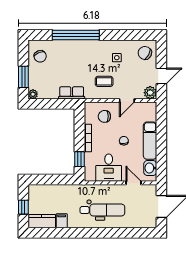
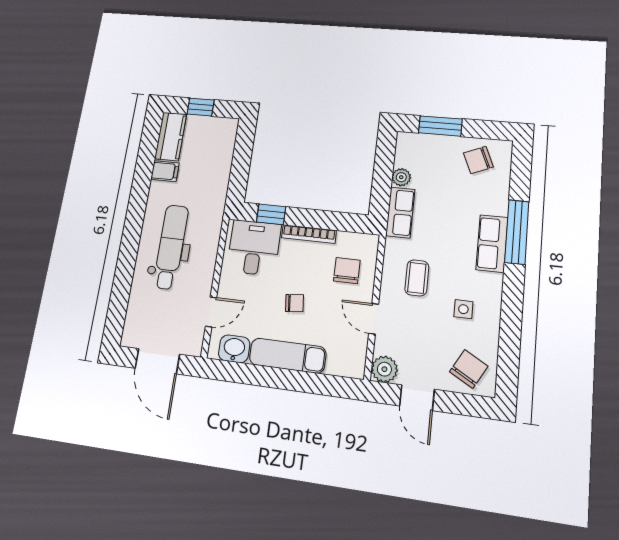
window: (76, 35) -> (517, 232), width x0.68
row of seats: (83, 46) -> (492, 243), added
plant: (33, 94) -> (401, 177), moved
desk: (109, 168) -> (254, 248), moved, turned 90
dental chair: (102, 210) -> (171, 247), turned 180

